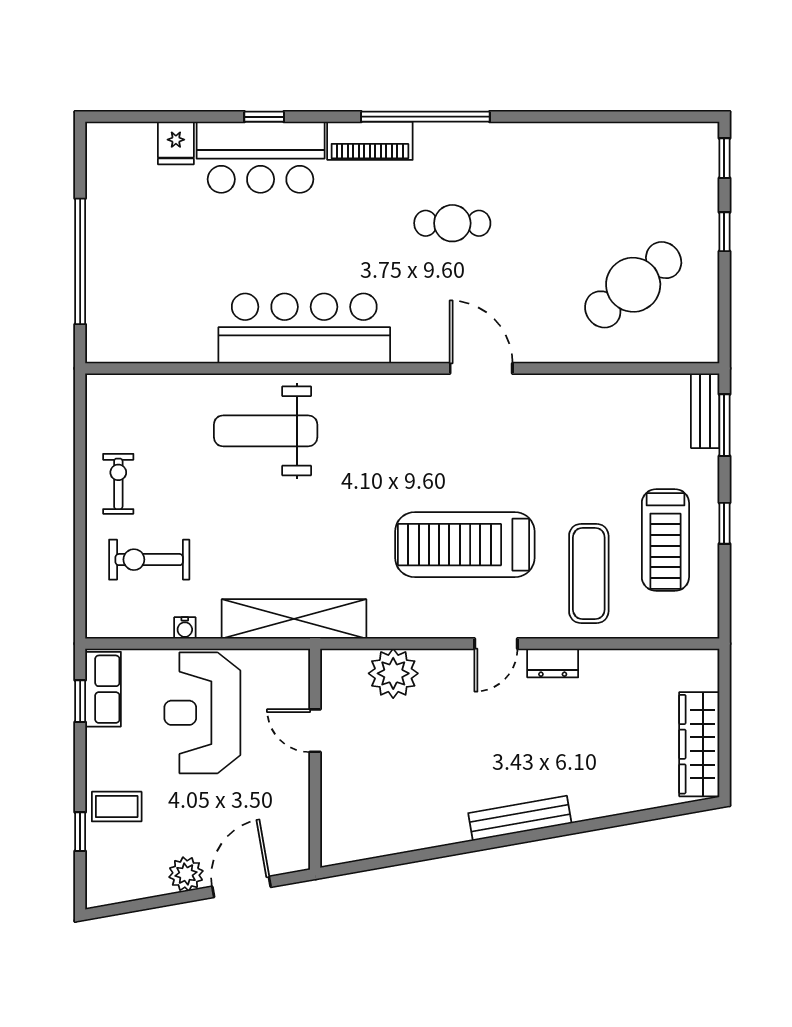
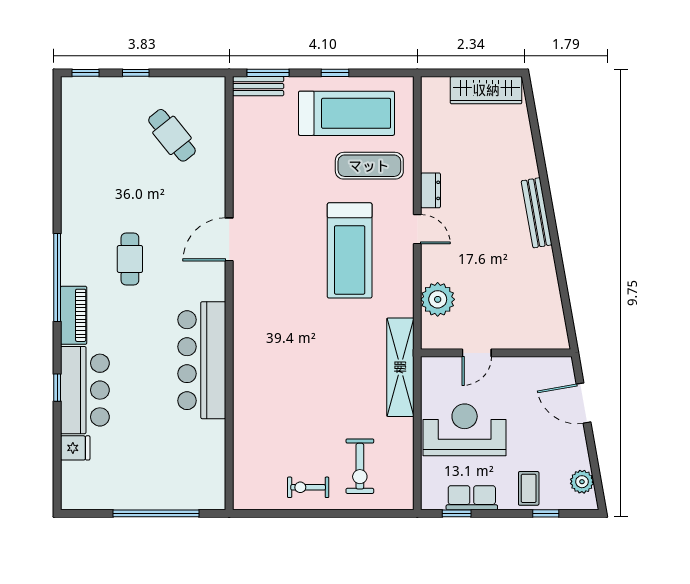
cafe table: (633, 285) -> (172, 135), width x0.73, depth x0.74
weight bench: (266, 431) -> (272, 387), removed
treadmill: (665, 540) -> (346, 113), width x1.37, depth x1.38
water cooler: (185, 628) -> (407, 442), removed
row of seats: (103, 689) -> (472, 498), moved
reception desk: (202, 713) -> (465, 430), turned 180
plant: (186, 874) -> (582, 482), moved

